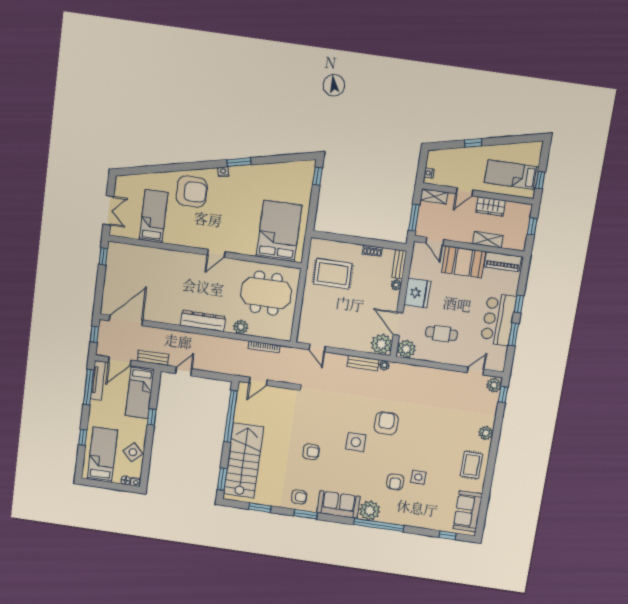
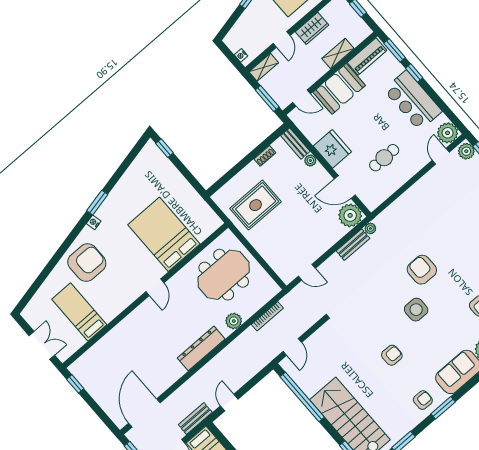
bed: (279, 231) -> (164, 234), moved
window: (513, 334) -> (395, 50), moved
plant: (406, 349) -> (448, 133), moved

